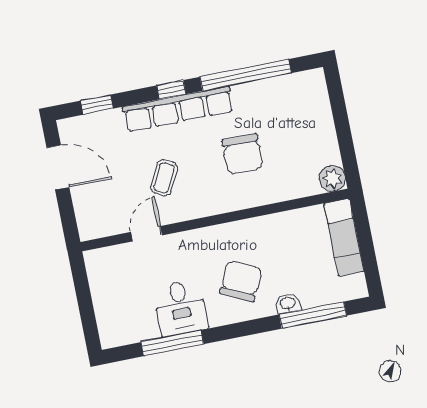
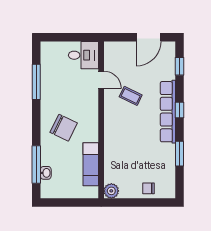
window: (246, 75) -> (180, 154), width x0.47
chair: (243, 154) -> (148, 188), moved, width x0.54, depth x0.54
exam couch: (344, 237) -> (91, 164), moved, turned -90
washbasin: (288, 303) -> (46, 173), moved
desk: (181, 308) -> (83, 55), moved, turned 180

